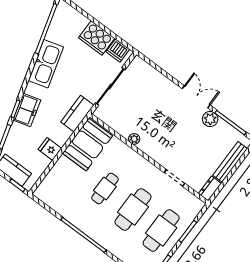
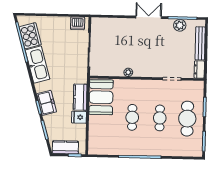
cooker: (97, 38) -> (30, 36), moved, turned -106
kitchen counter: (77, 114) -> (80, 97), moved
plant: (210, 119) -> (180, 25), moved
cafe table: (133, 209) -> (160, 118), width x0.73, depth x0.74

